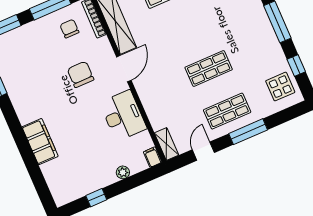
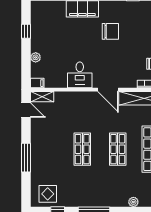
chair: (81, 74) -> (110, 31), moved
shop shelf: (227, 111) -> (118, 149), moved
desk: (123, 116) -> (80, 75), width x0.73
door: (203, 151) -> (26, 110), moved

